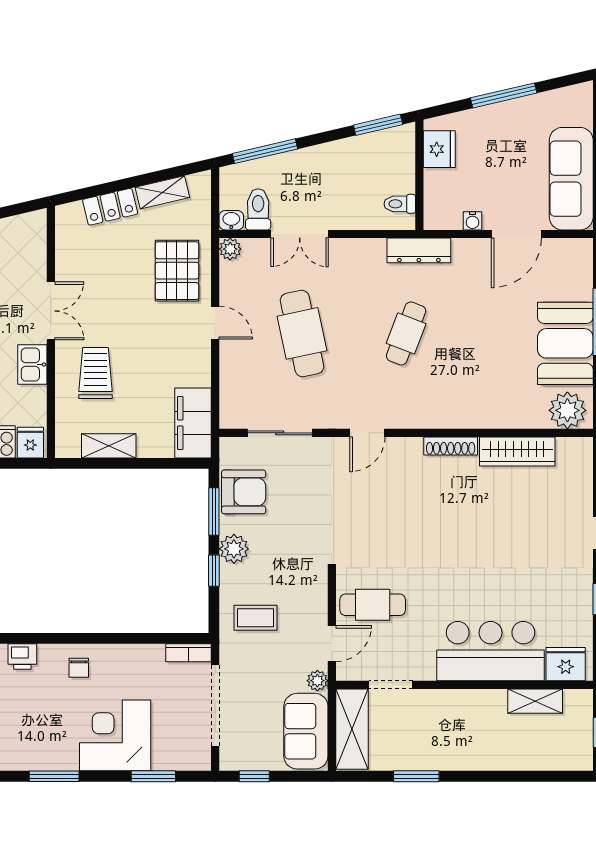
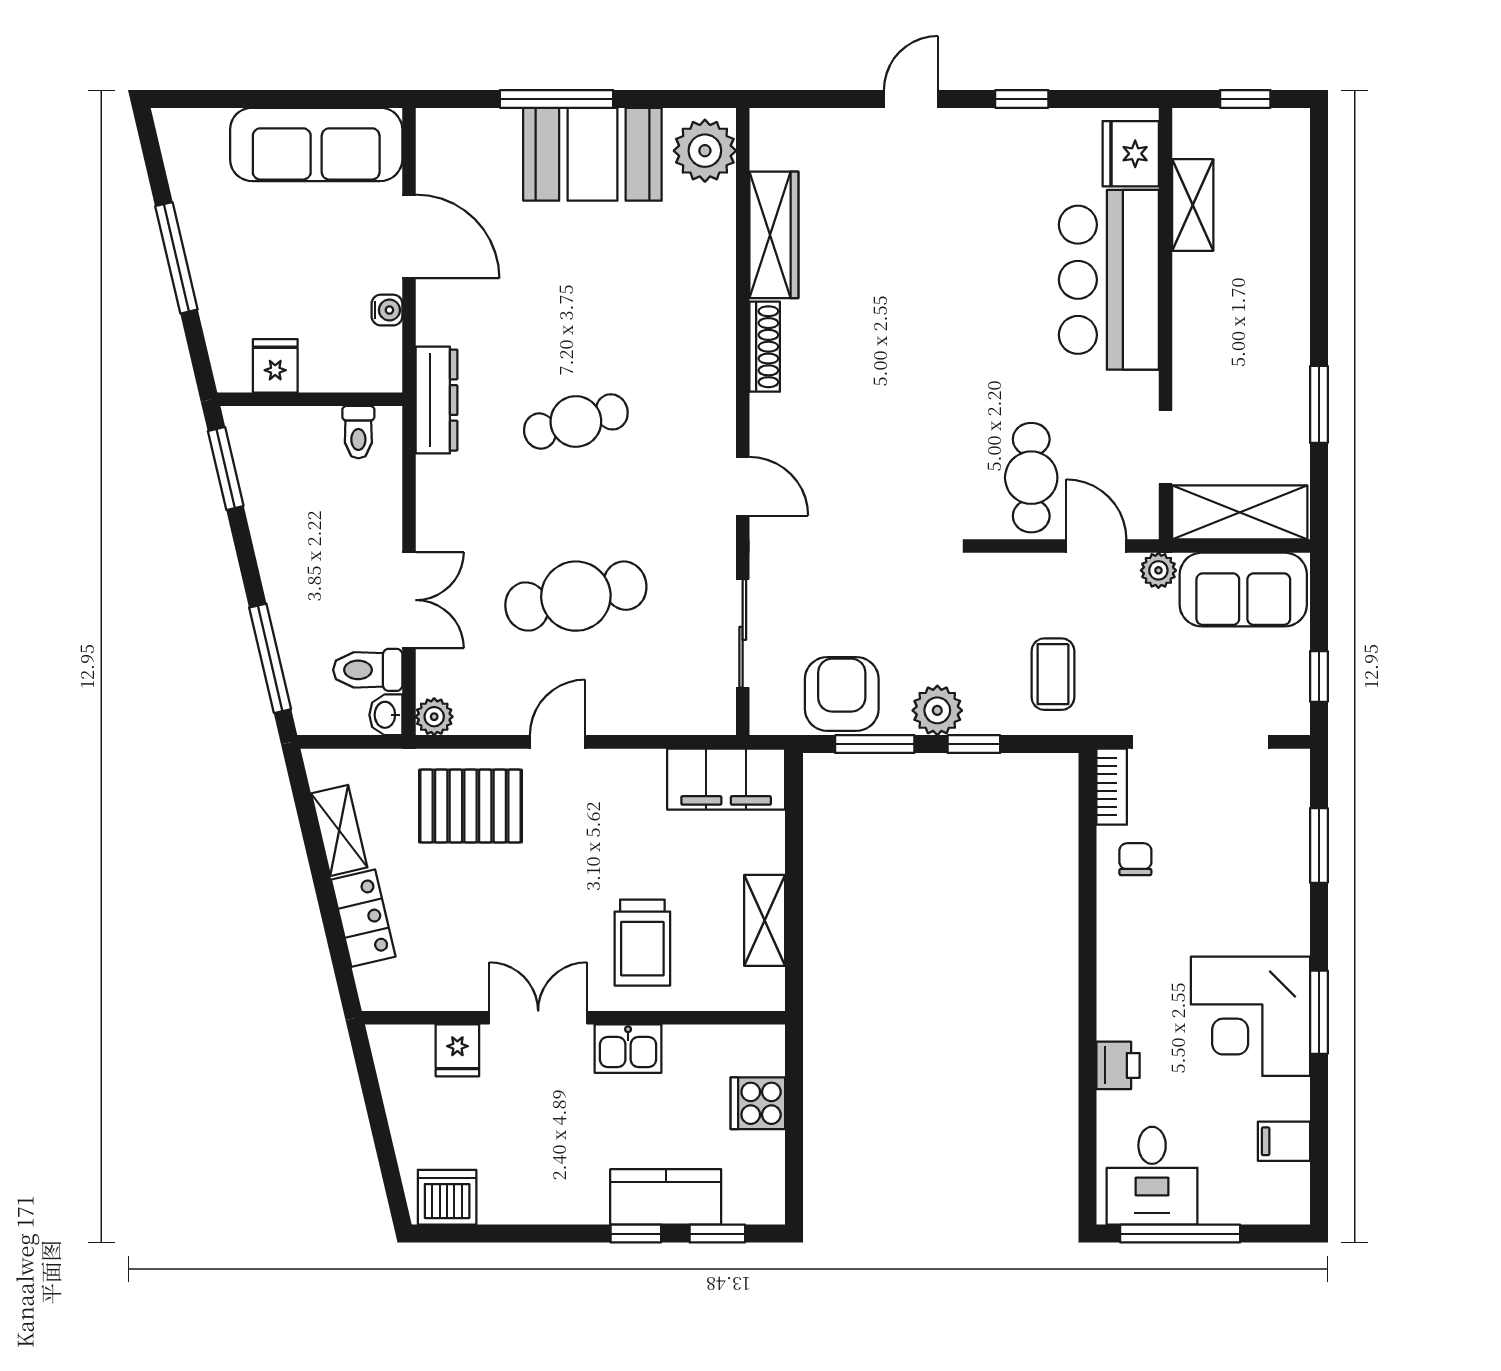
fridge: (439, 149) -> (275, 366), width x0.72
cafe table: (406, 333) -> (576, 421), turned -36
trolley: (96, 373) -> (642, 943), turned -90
fridge: (30, 443) -> (457, 1050), moved, turned -90
chair: (79, 668) -> (1135, 859), moved, turned -90
corner desk: (115, 735) -> (1250, 1016), moved

